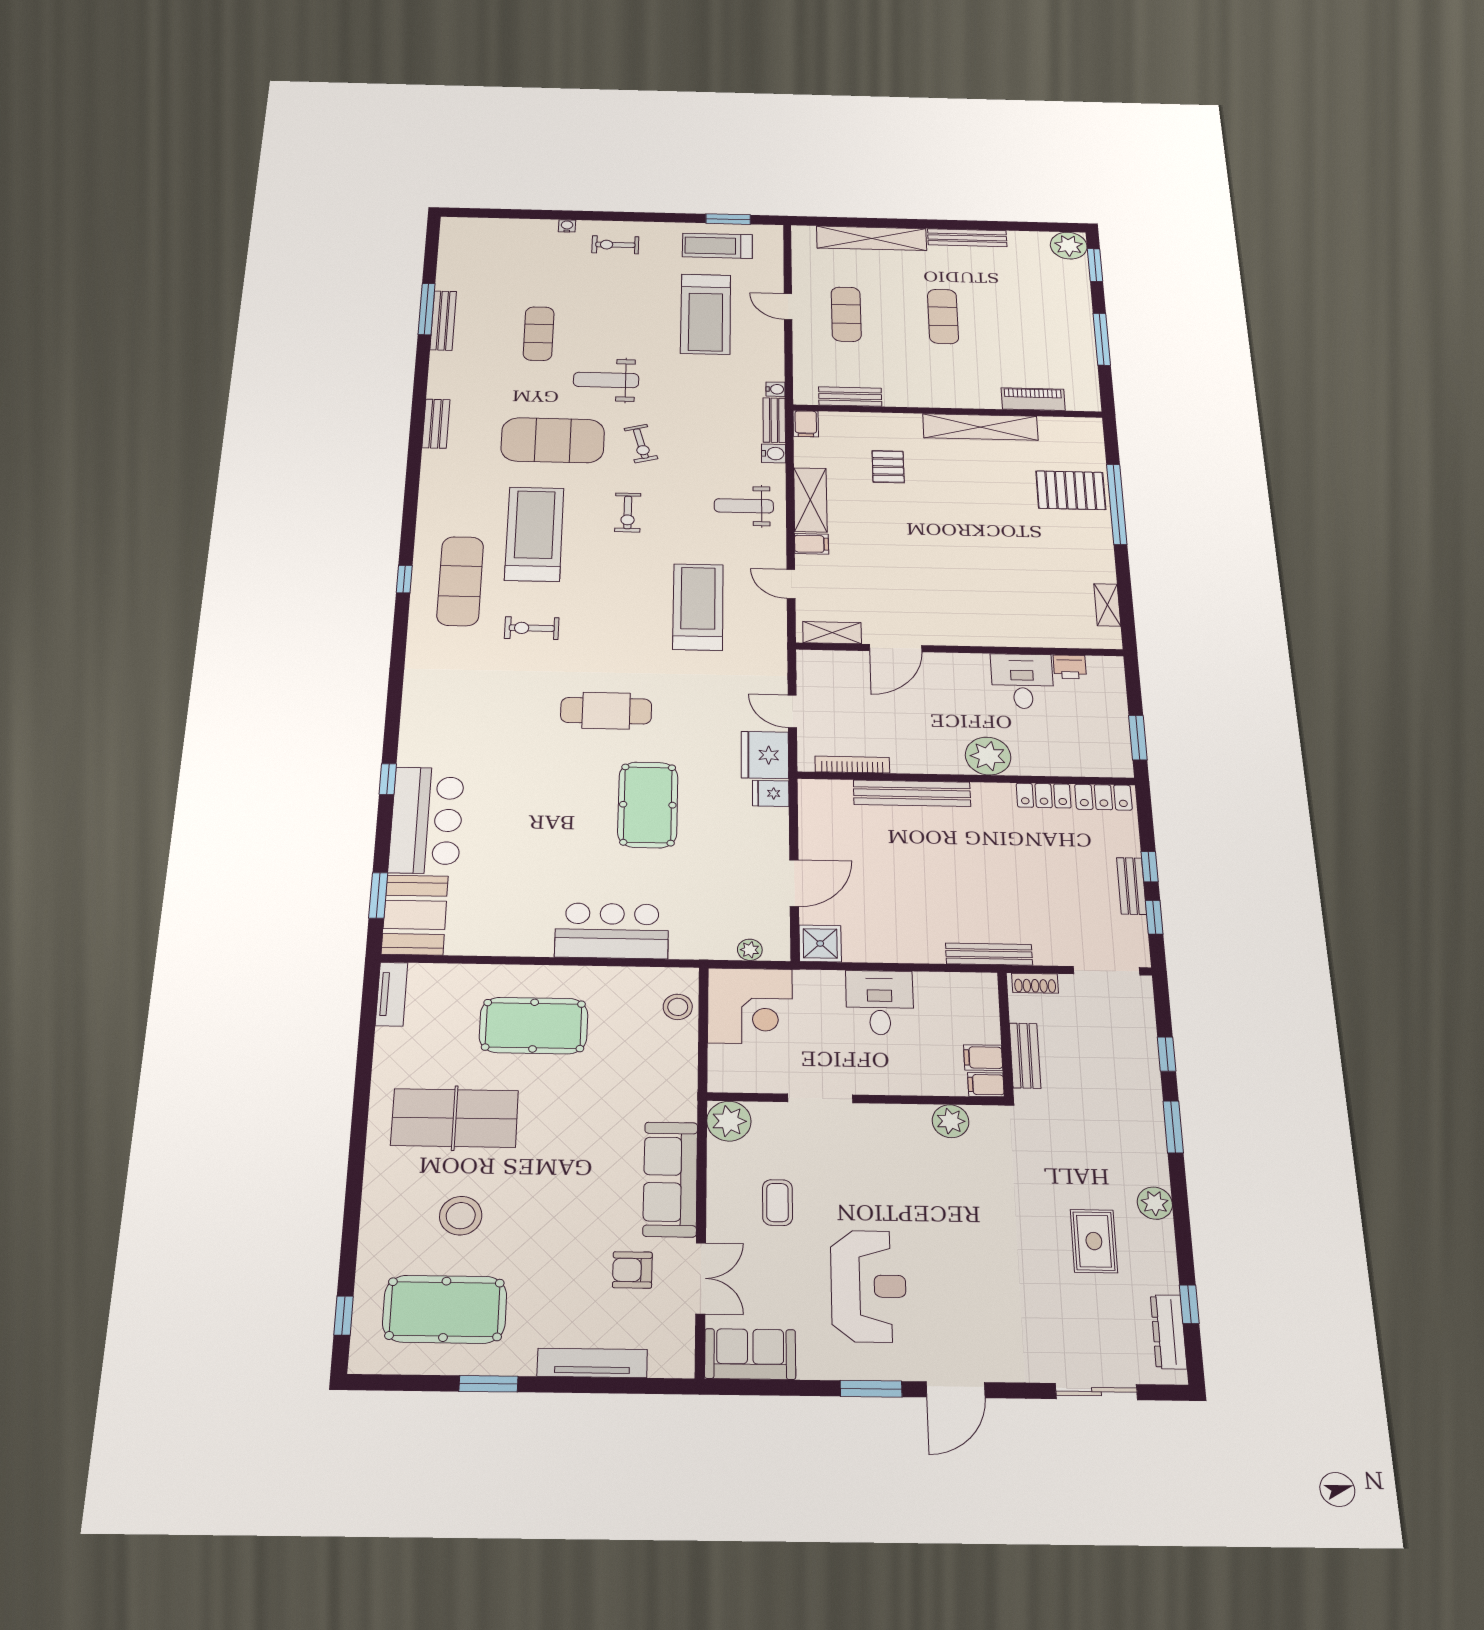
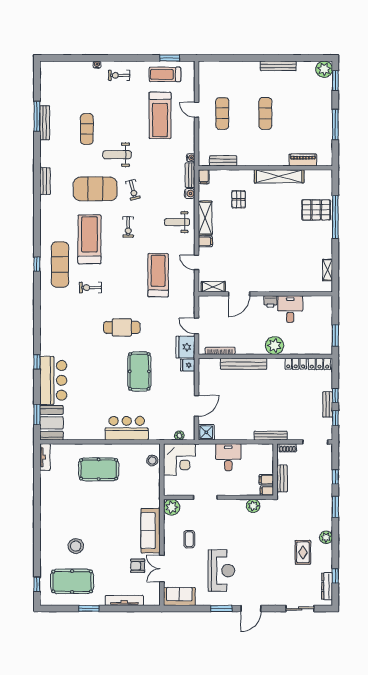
shelving: (871, 238) -> (235, 68), removed
printer: (1070, 667) -> (270, 301), moved
table tennis table: (455, 1118) -> (71, 508), removed
double door: (701, 1278) -> (162, 569), swing flipped

